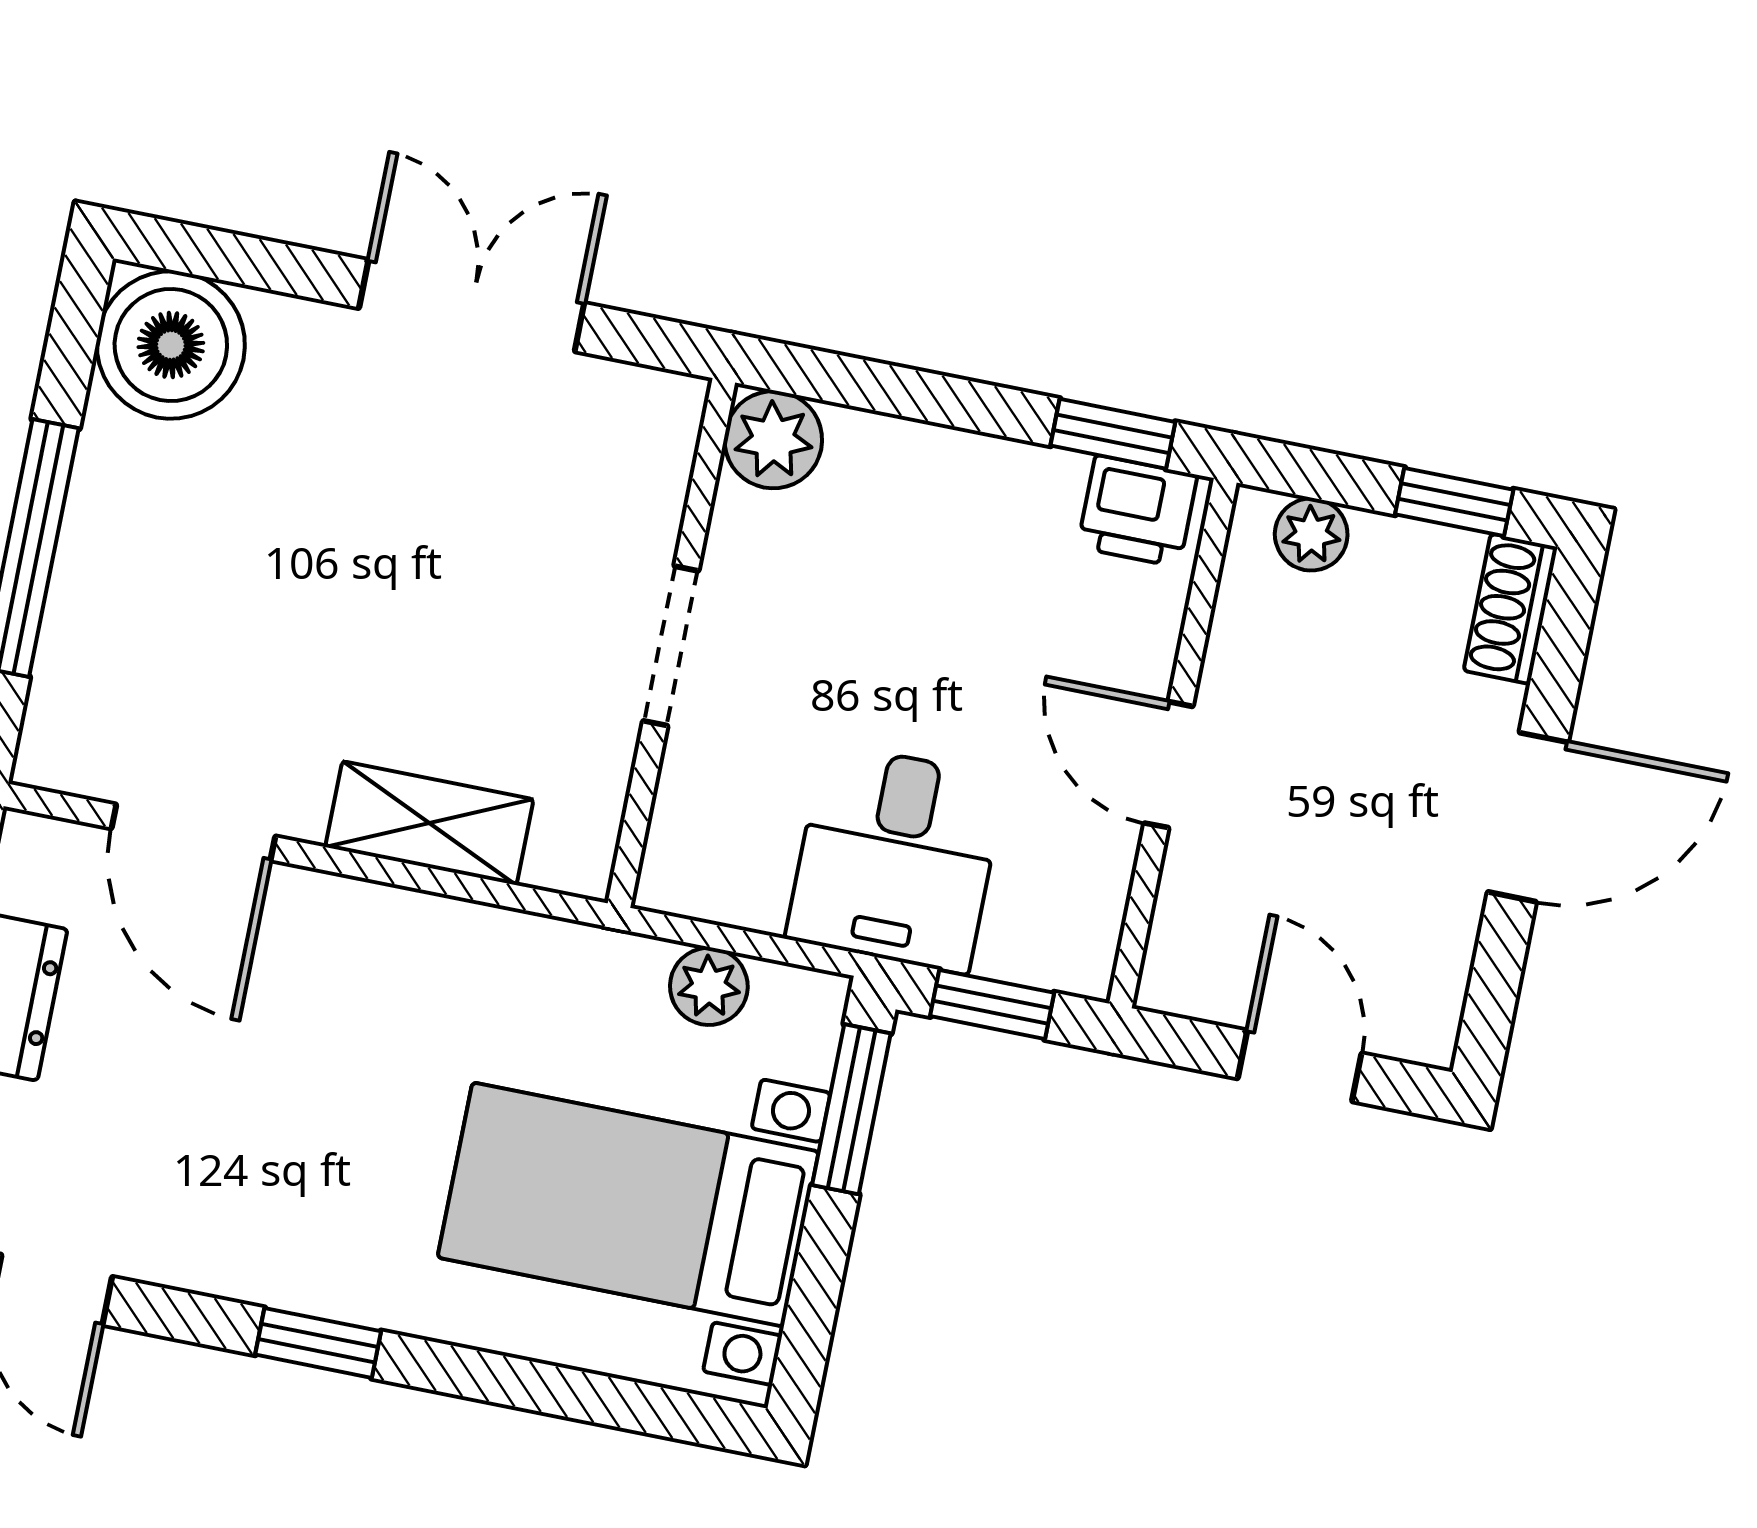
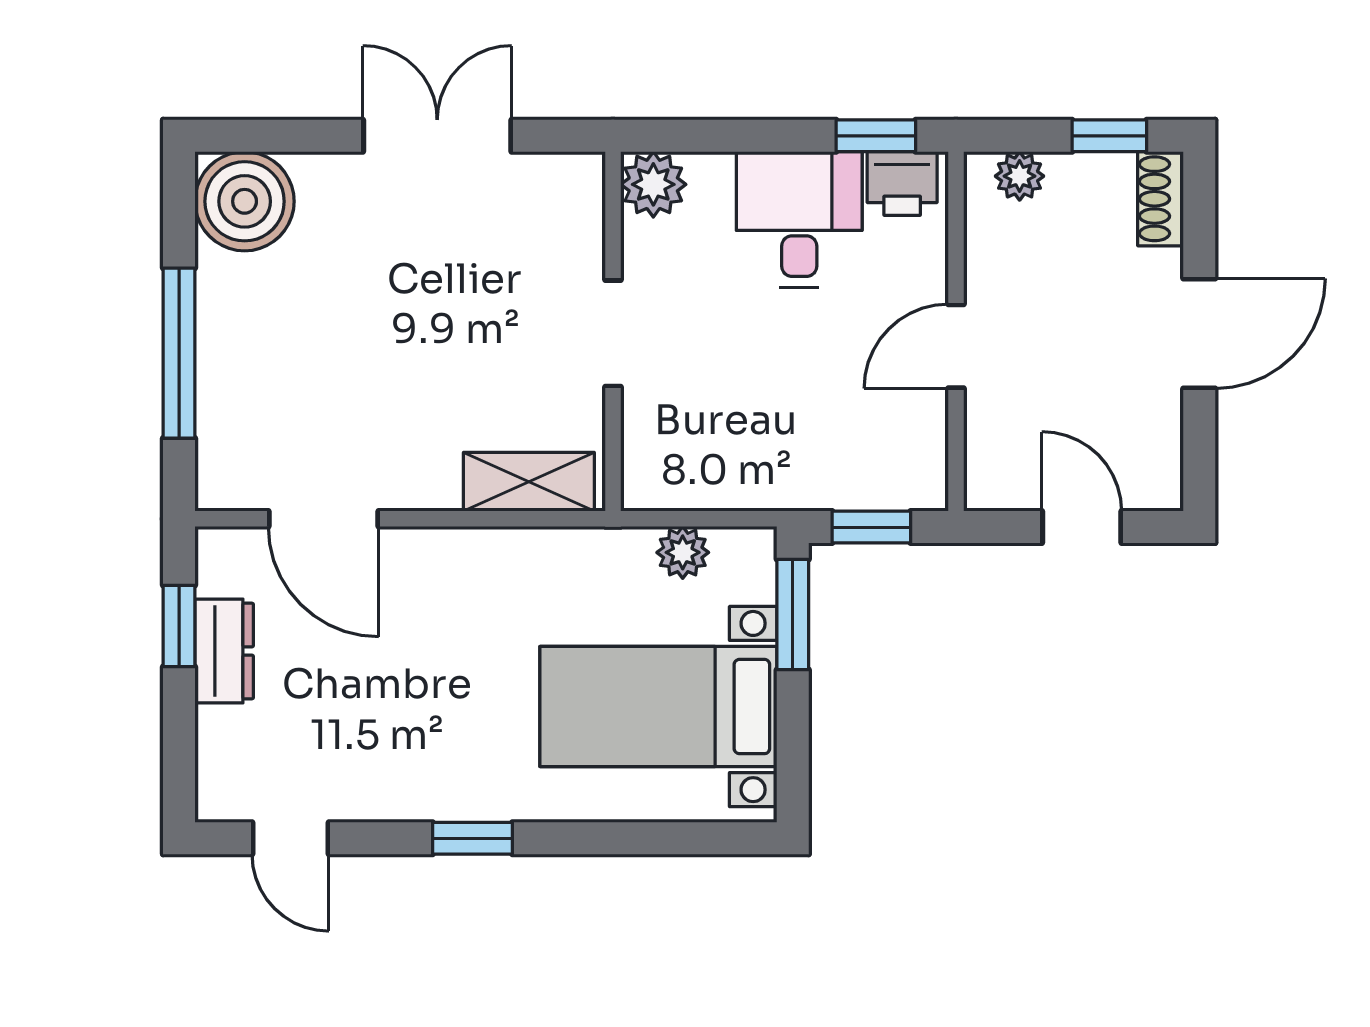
door: (1168, 765) -> (956, 346), hinge flipped
shelving: (429, 823) -> (529, 482), moved
desk: (896, 858) -> (799, 220), moved, turned 180

